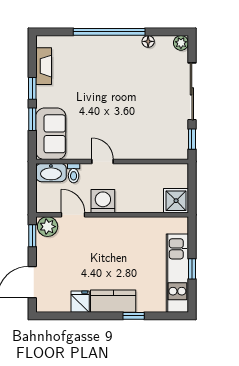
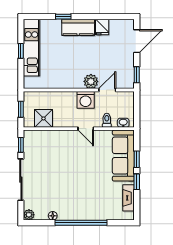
sofa: (51, 134) -> (123, 156), width x1.36
washbasin: (51, 173) -> (123, 123), width x0.52, depth x0.69
window: (192, 188) -> (21, 109), added
shower: (176, 201) -> (43, 118), moved
door: (73, 215) -> (107, 90), swing flipped
plant: (48, 227) -> (91, 81), moved

